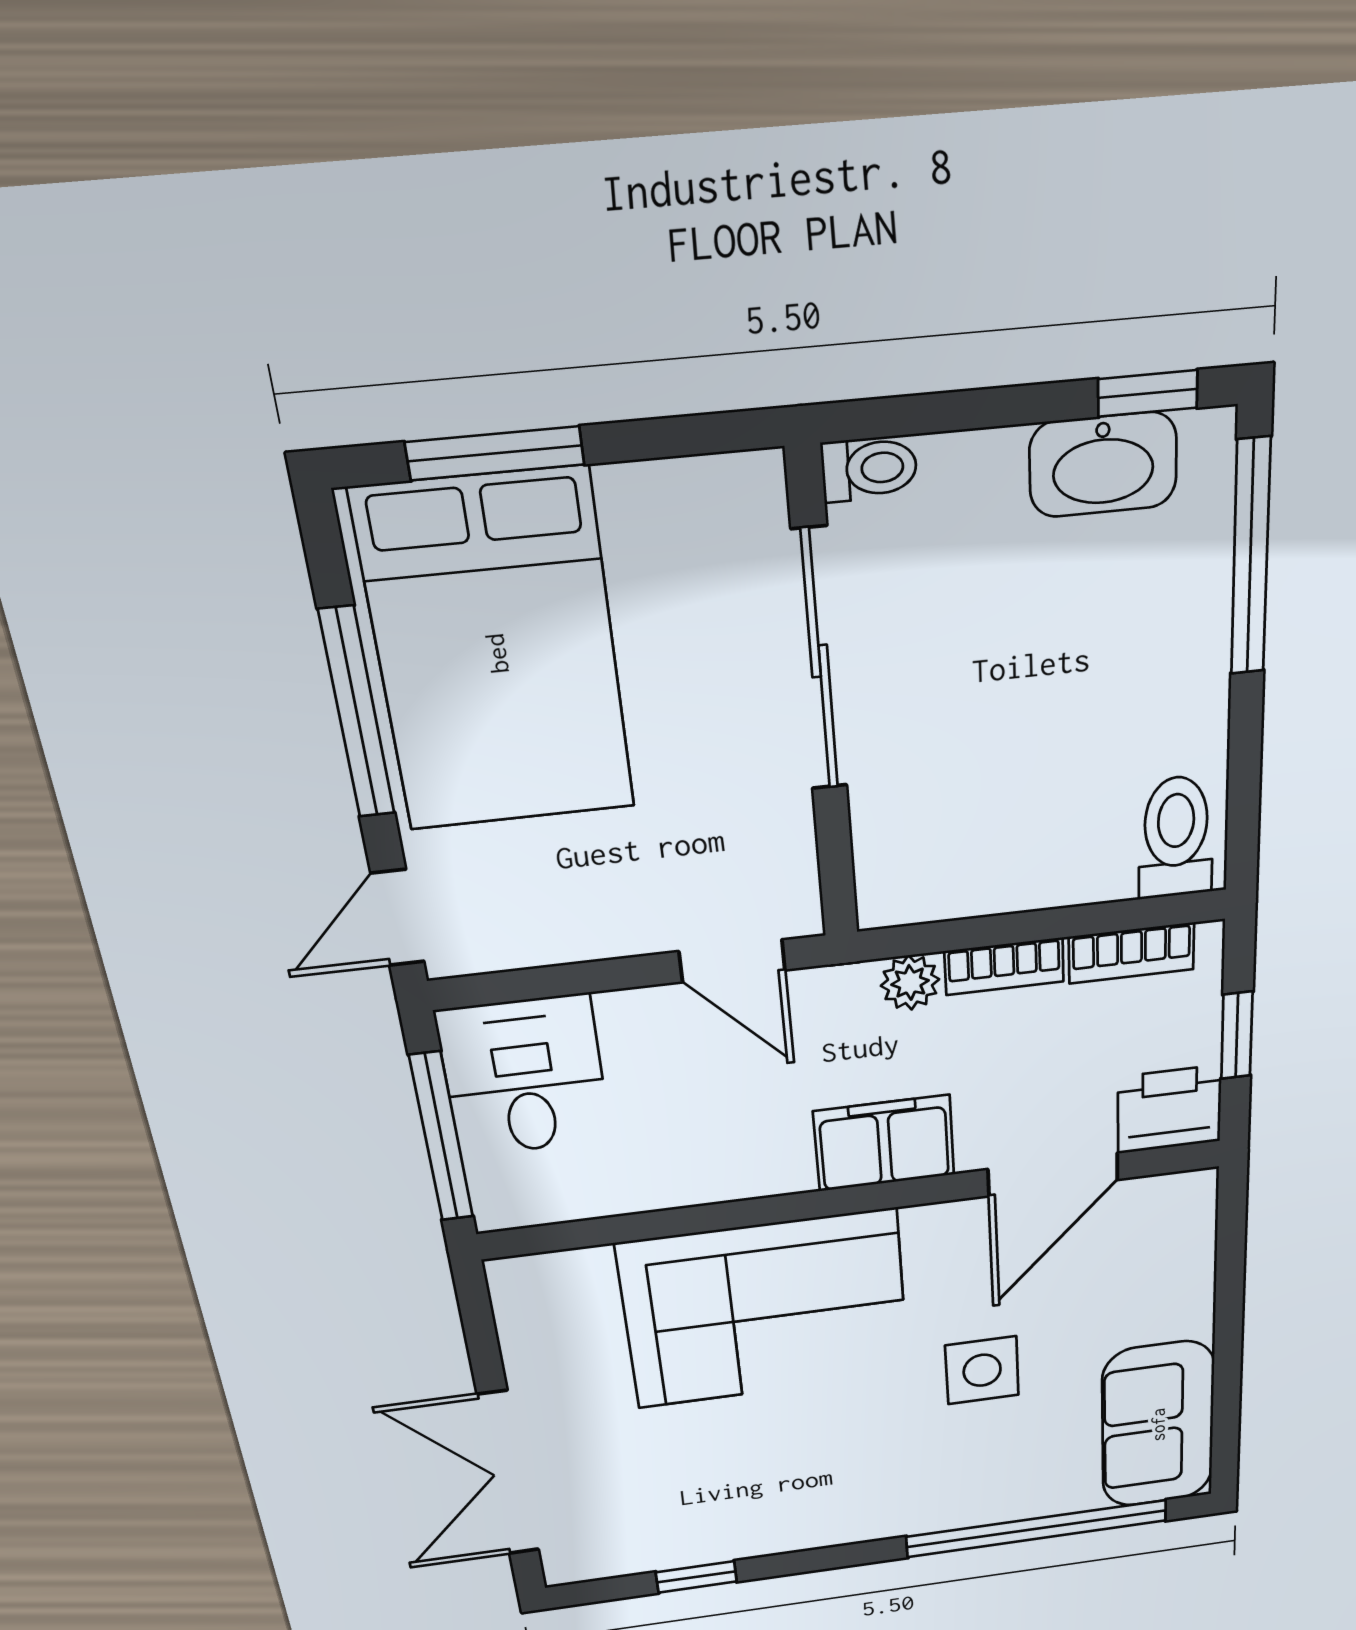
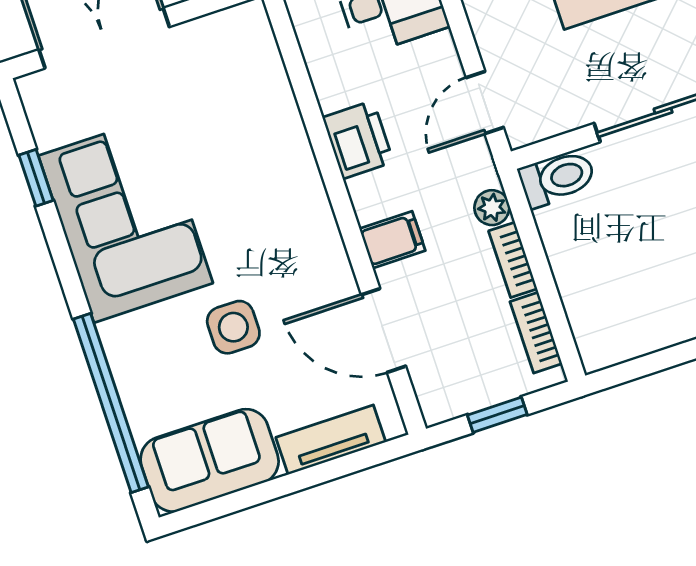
toilet: (1176, 837) -> (557, 178), moved
printer: (1169, 1109) -> (358, 140), moved
filing cabinet: (884, 1143) -> (392, 240), width x0.50
tv unit: (1187, 1271) -> (331, 440), added
corner sofa: (765, 1309) -> (126, 219), moved, turned 180

